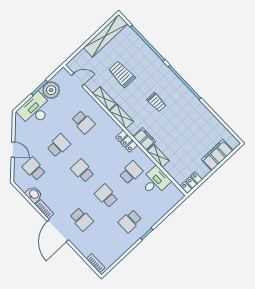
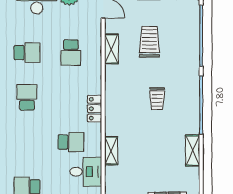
shelving: (121, 116) -> (193, 150), moved
filing cabinet: (144, 139) -> (113, 122), removed
school desk: (106, 196) -> (27, 142), removed

